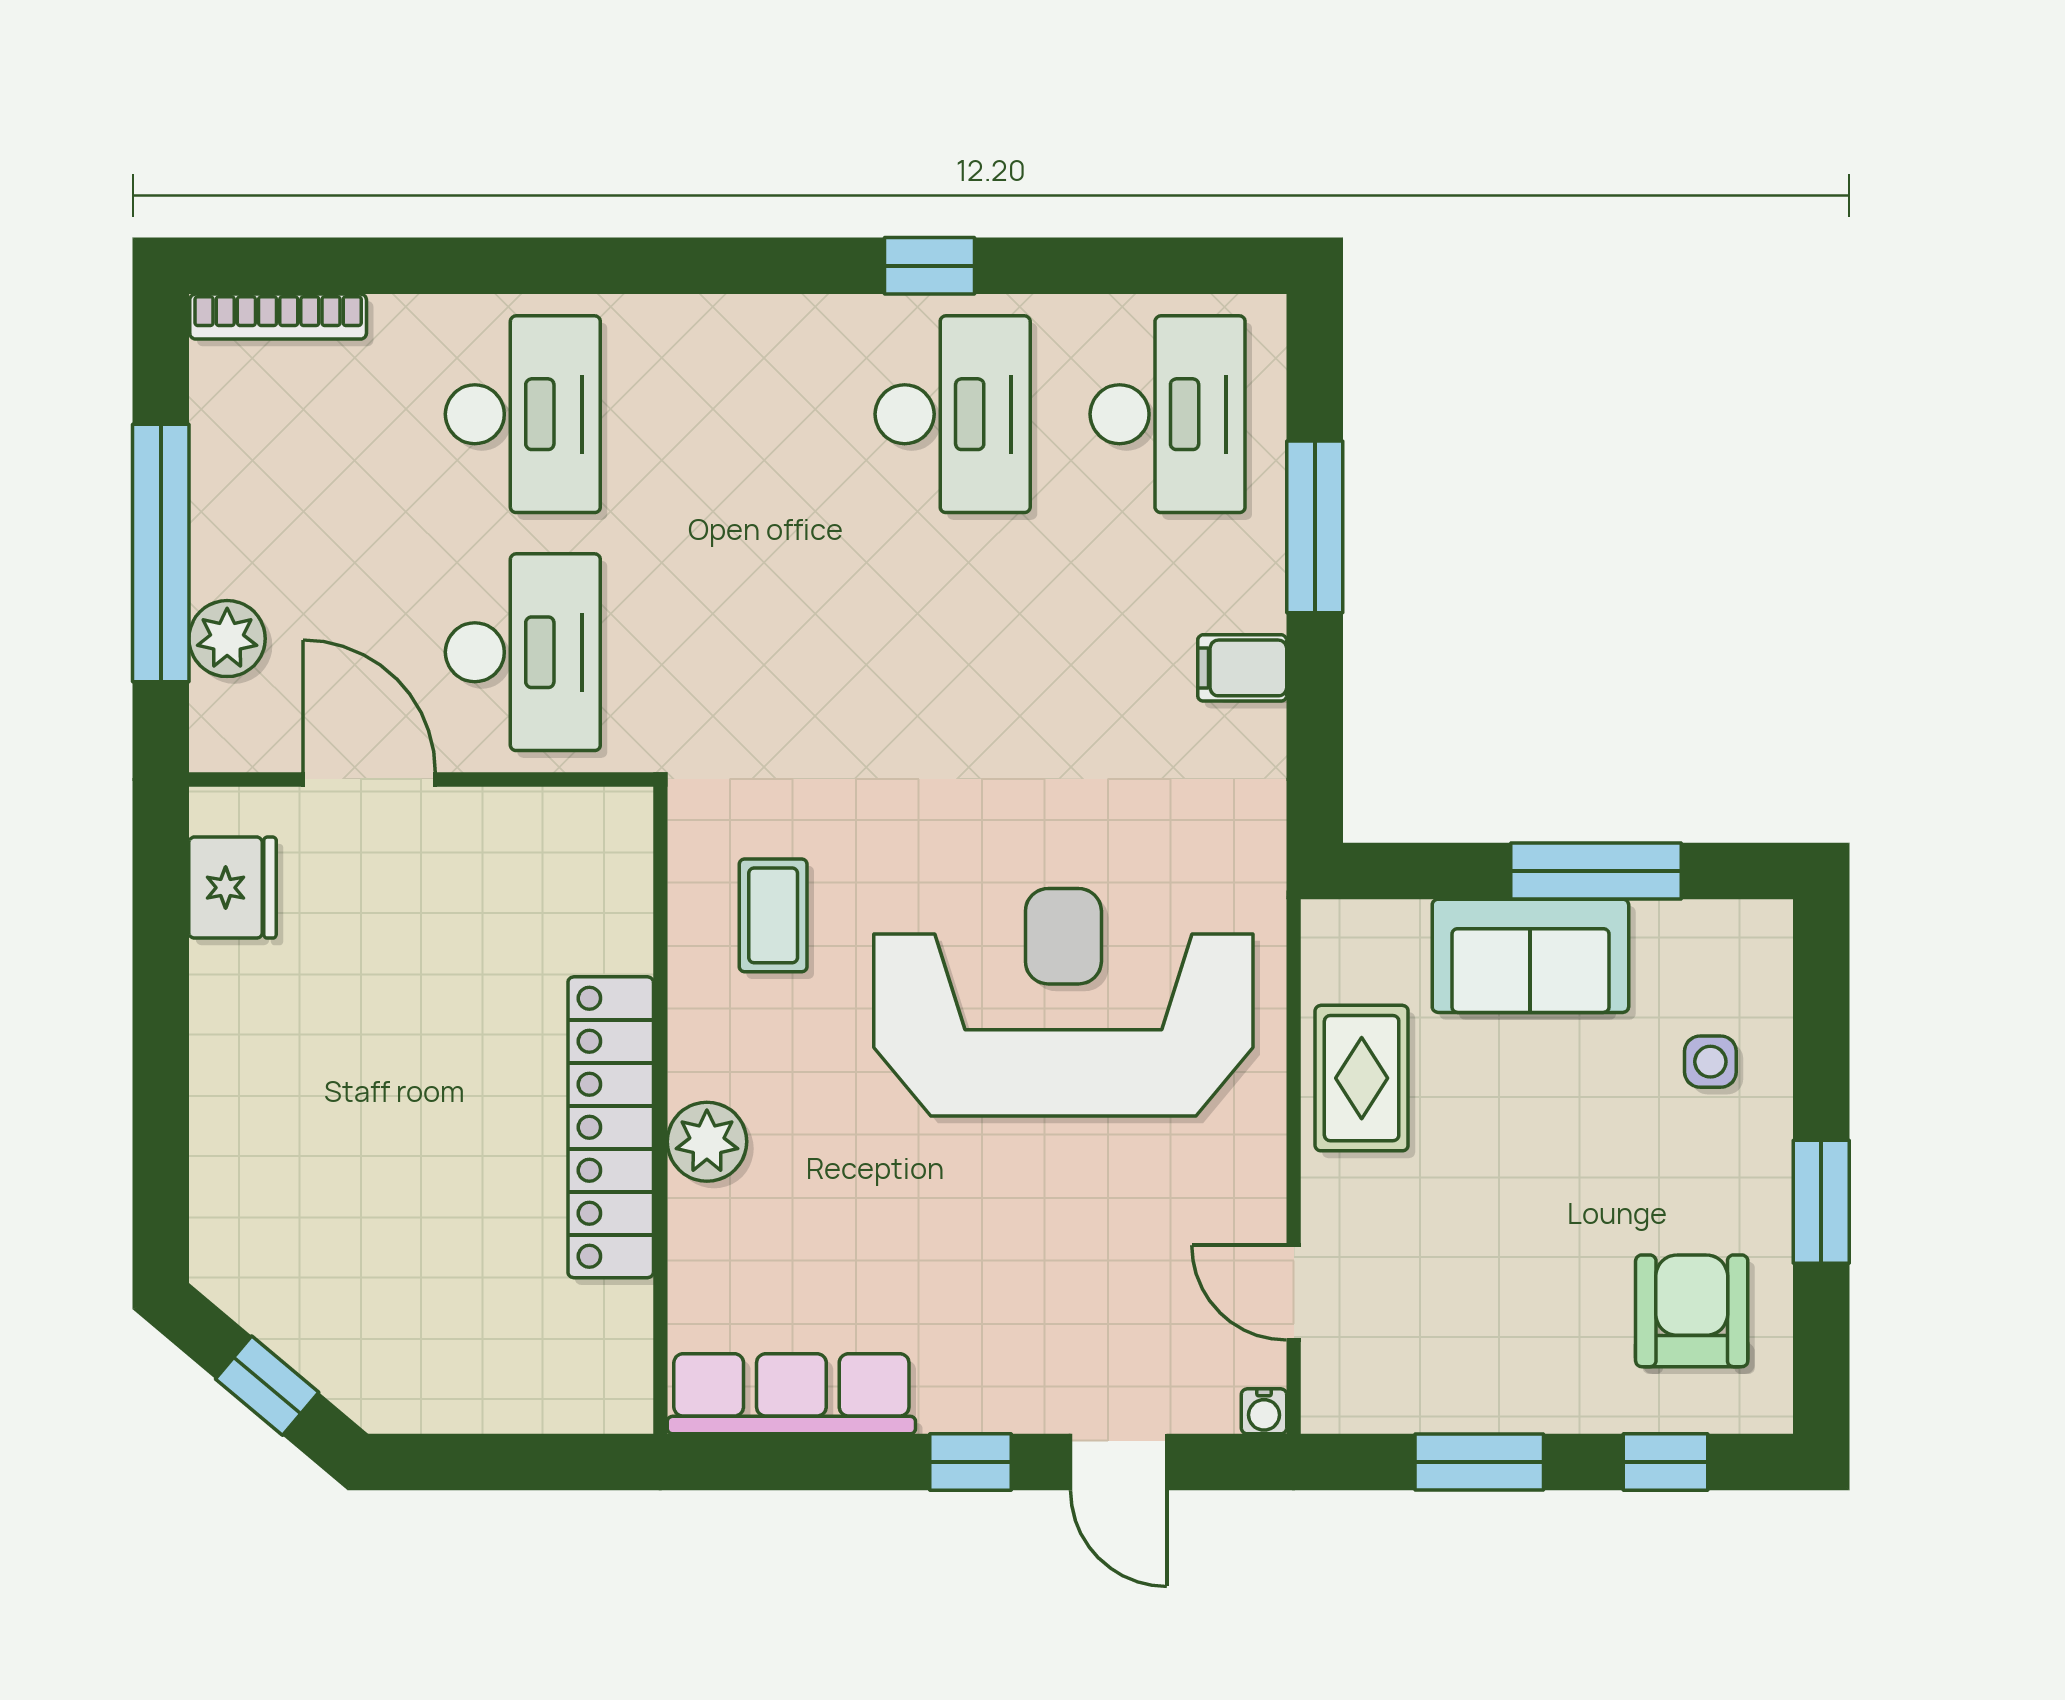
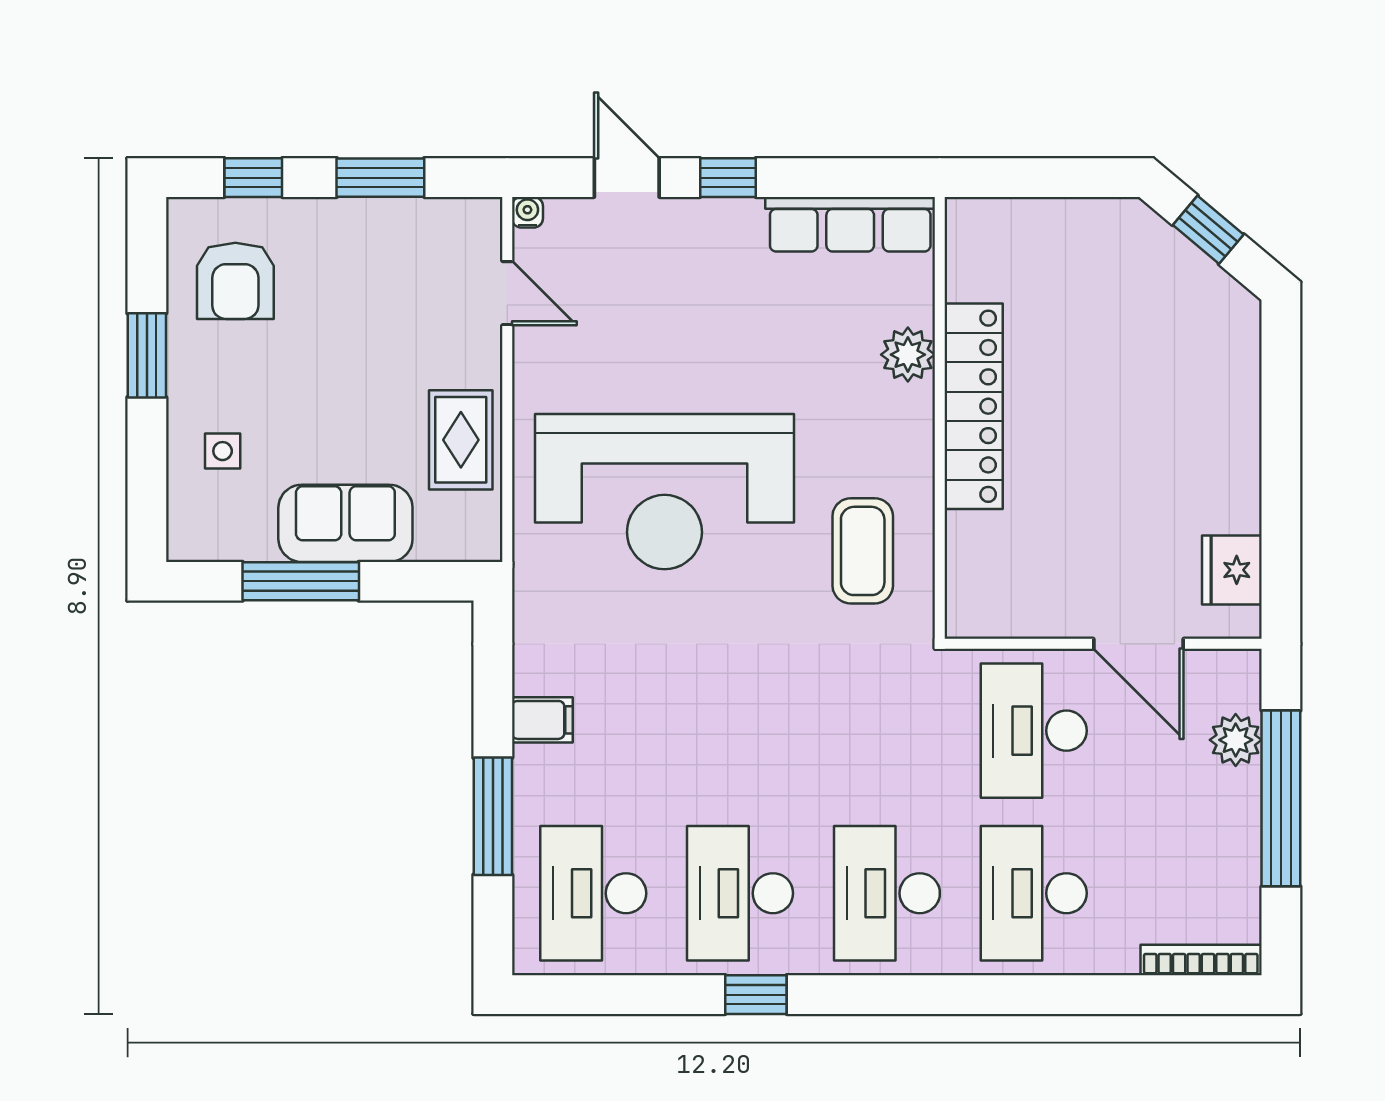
desk: (738, 414) -> (887, 893), added
coffee table: (773, 915) -> (863, 551), width x1.36, depth x1.30
plant: (707, 1142) -> (908, 355), moved

